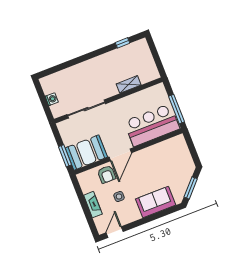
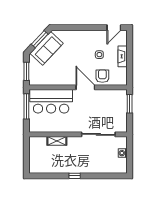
window: (122, 43) -> (75, 176), moved
window: (191, 147) -> (26, 71), added
booth: (86, 153) -> (112, 100), removed
door: (120, 155) -> (85, 87), hinge flipped
sofa: (156, 202) -> (47, 48), moved, turned -47

